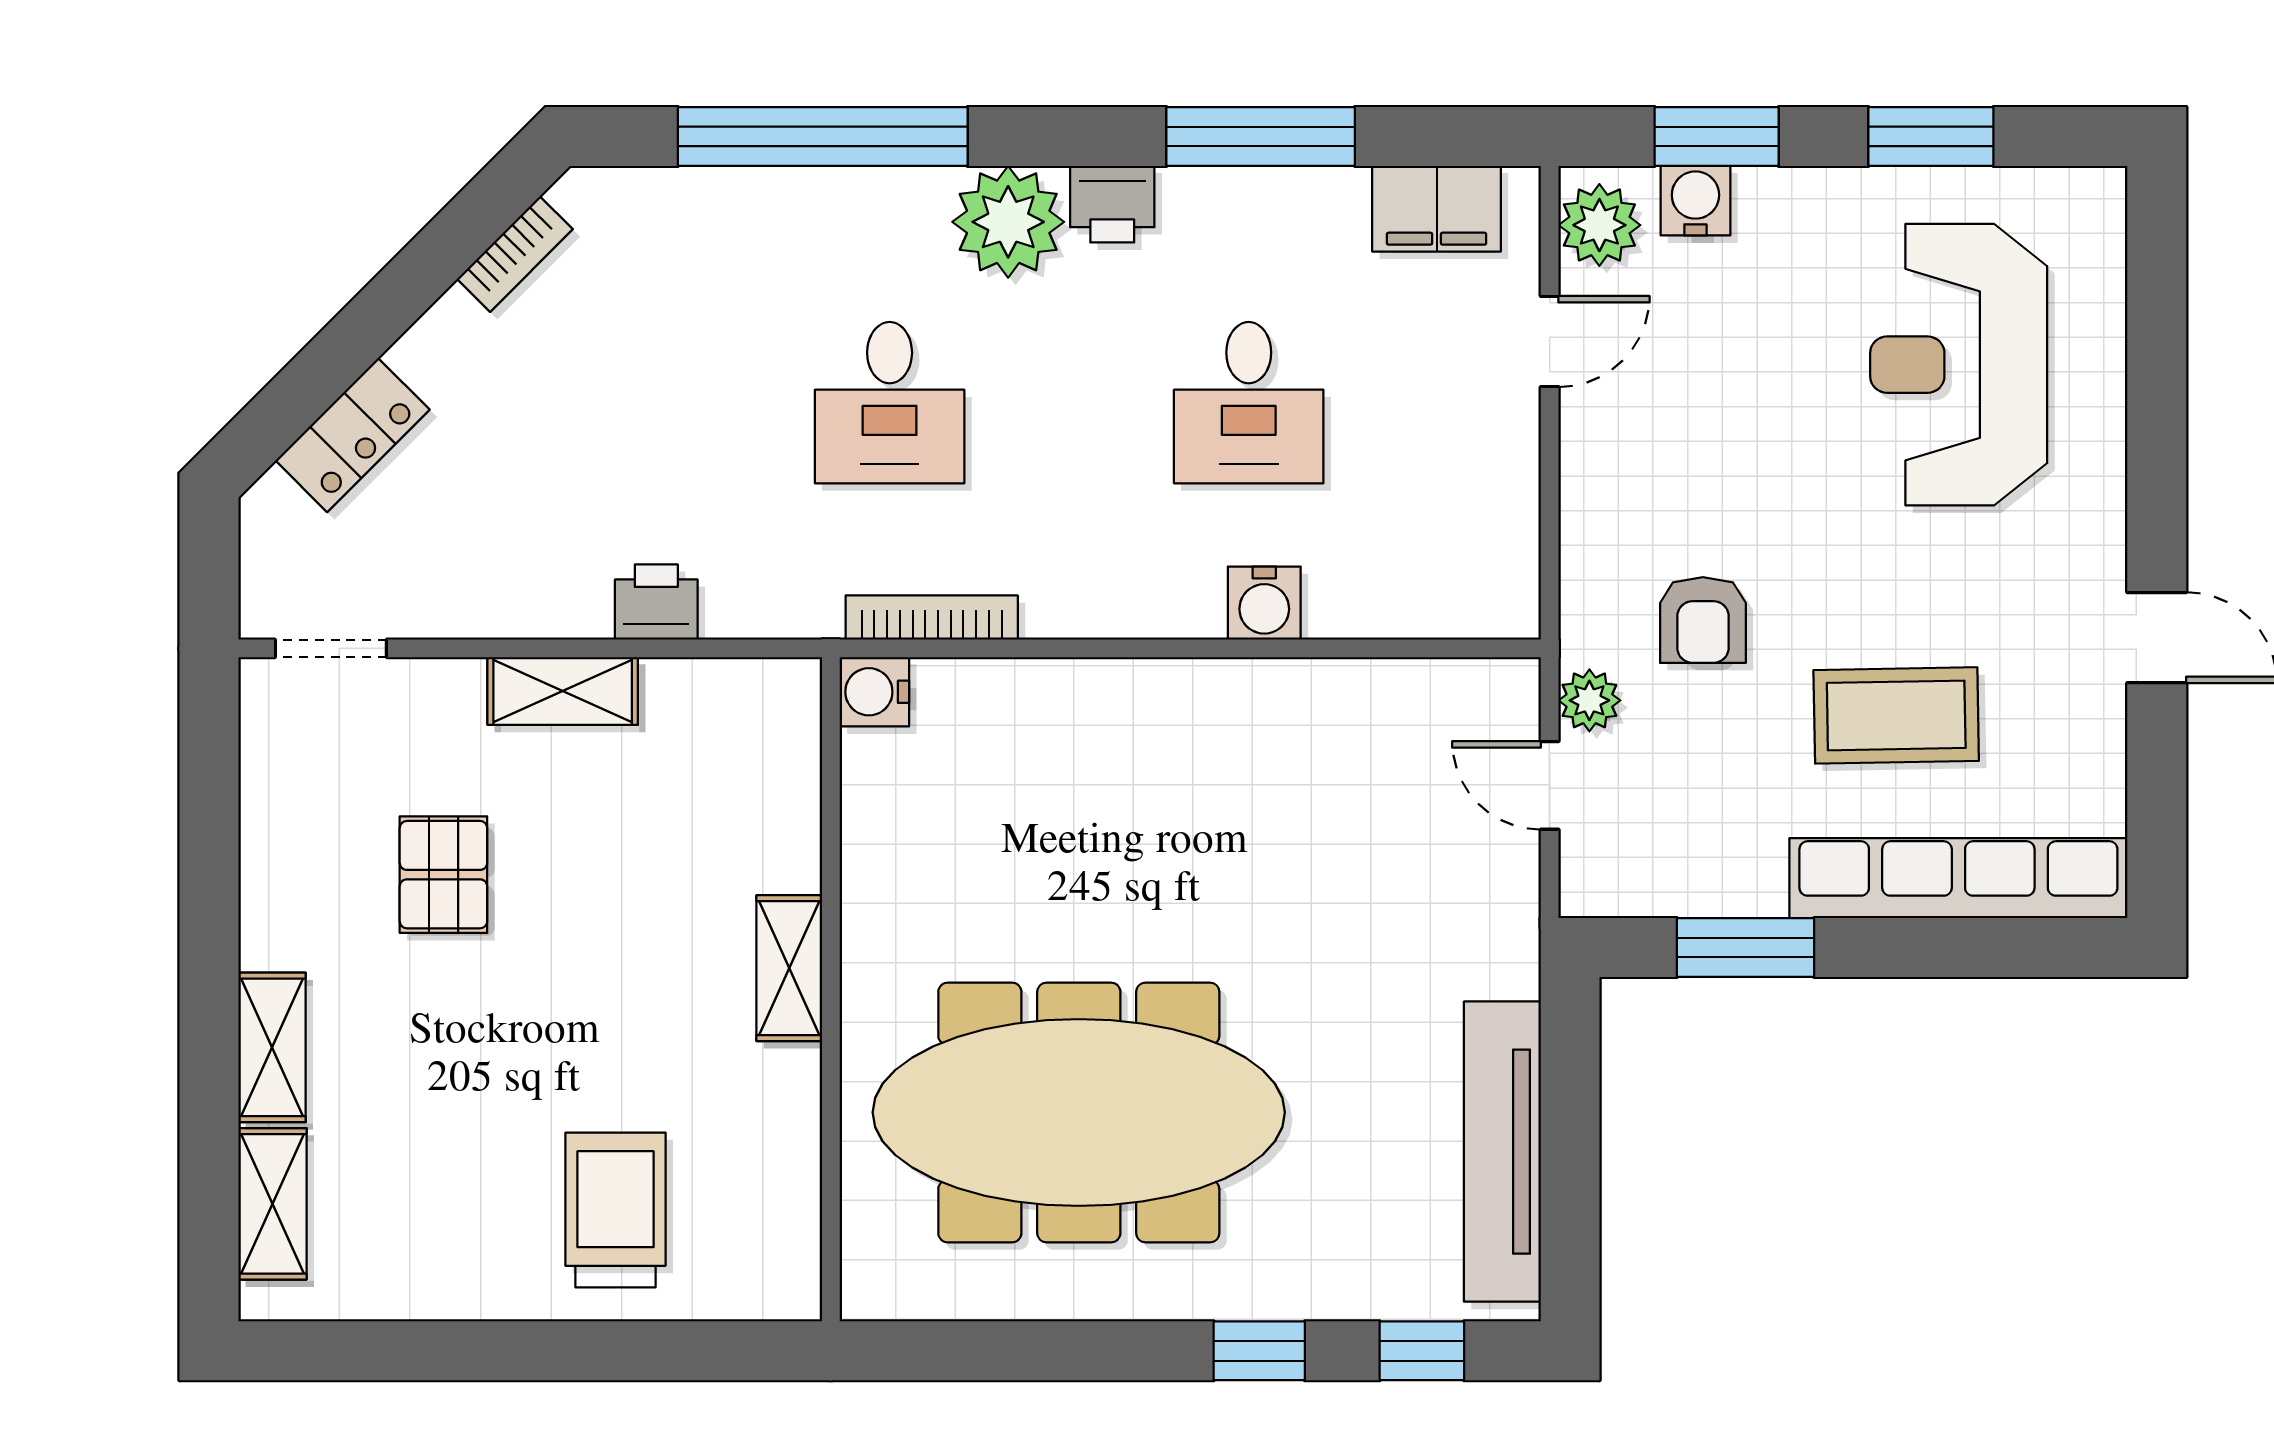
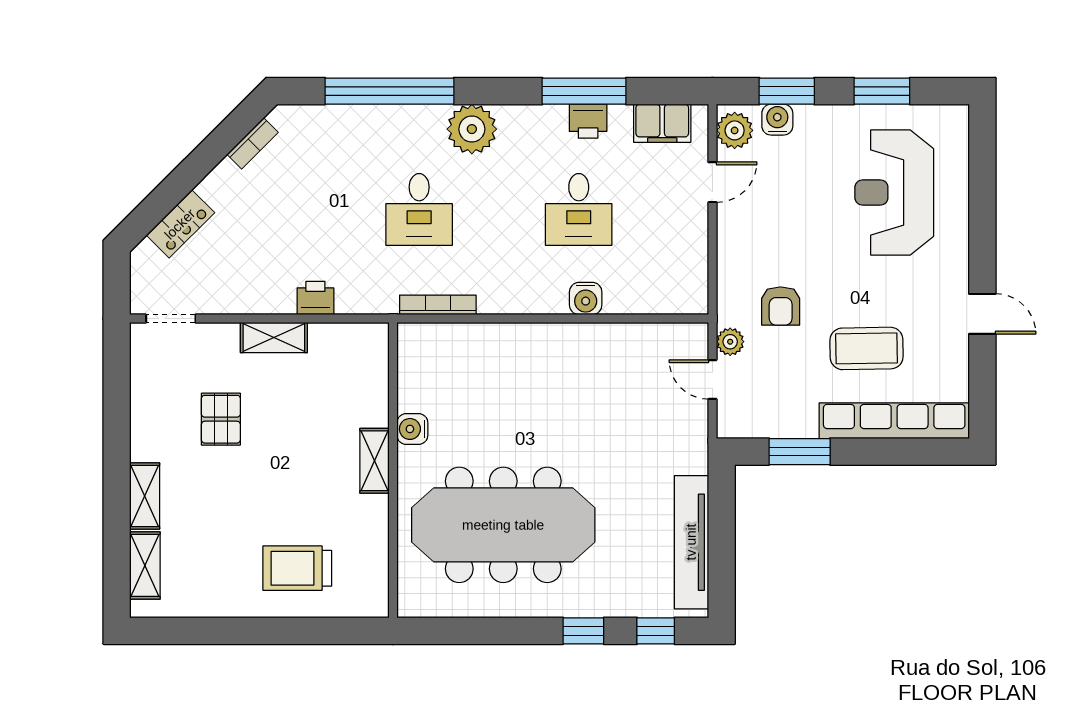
printer: (1112, 204) -> (588, 121), moved
water cooler: (874, 692) -> (412, 429), moved
trolley: (616, 1210) -> (297, 568), turned -90

